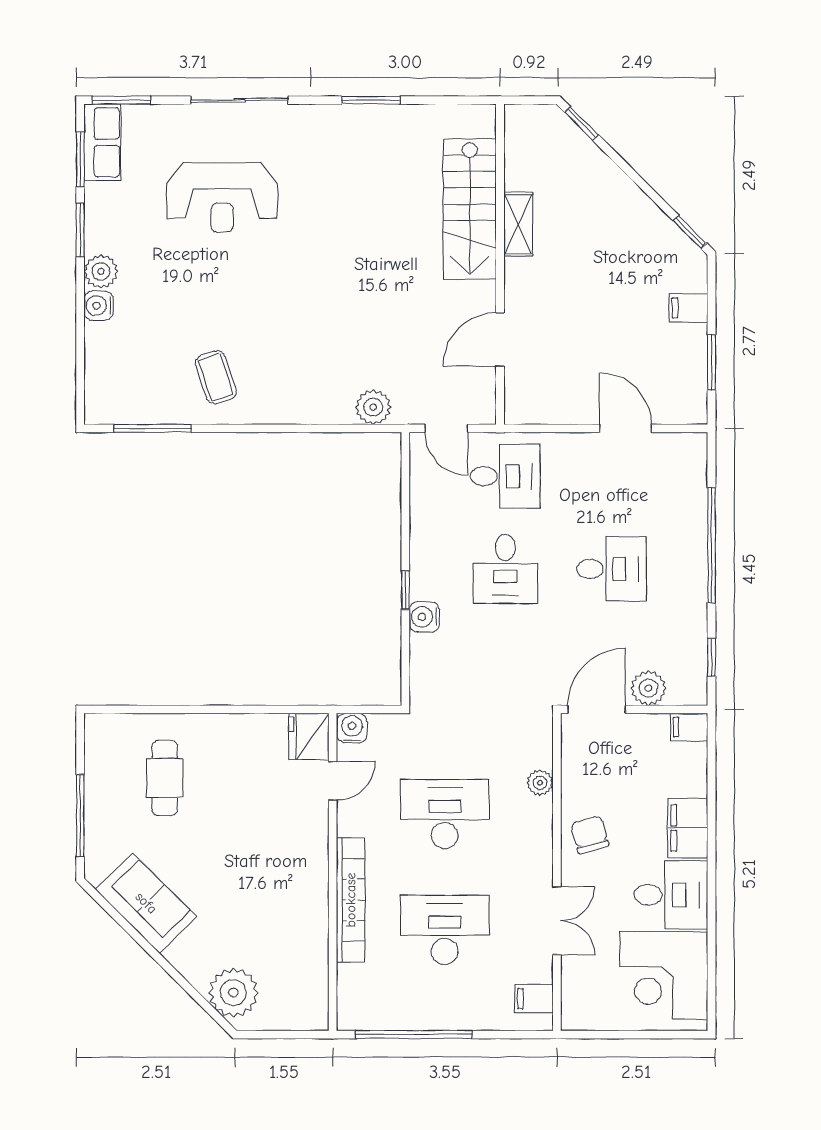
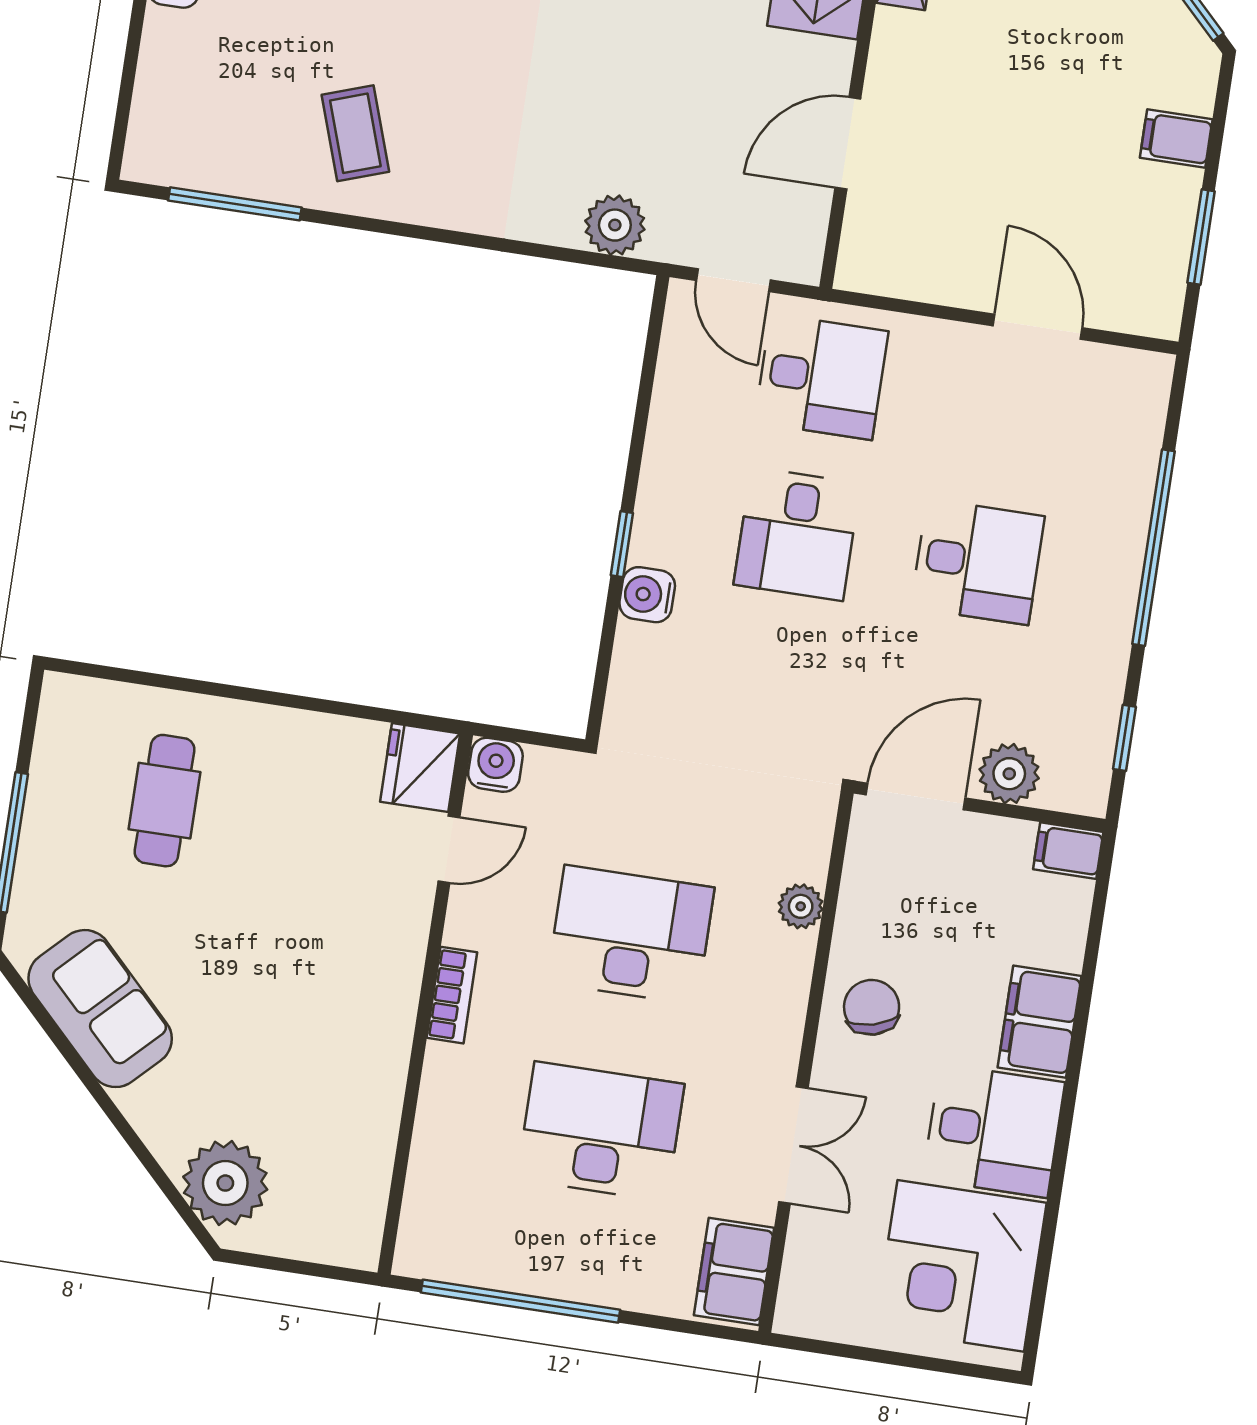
bookcase: (351, 900) -> (452, 995), width x0.43, depth x0.76
filing cabinet: (534, 999) -> (734, 1272), width x2.00

